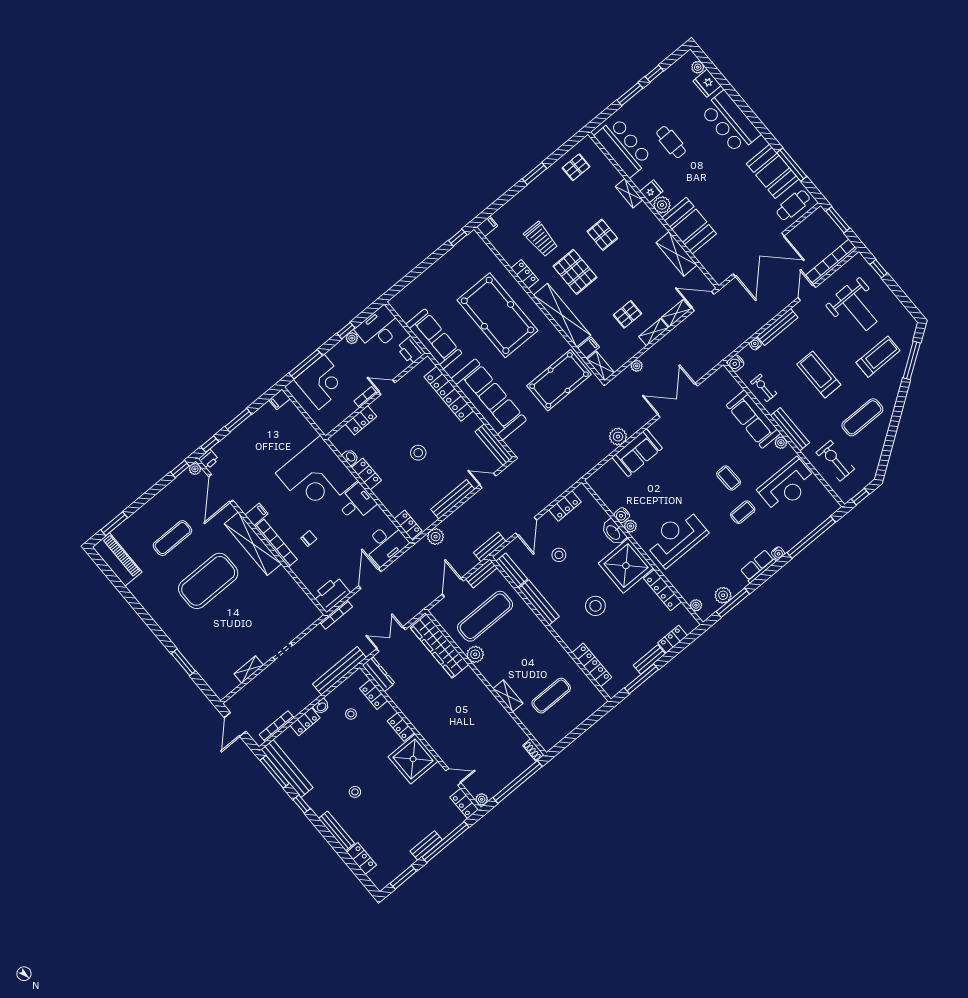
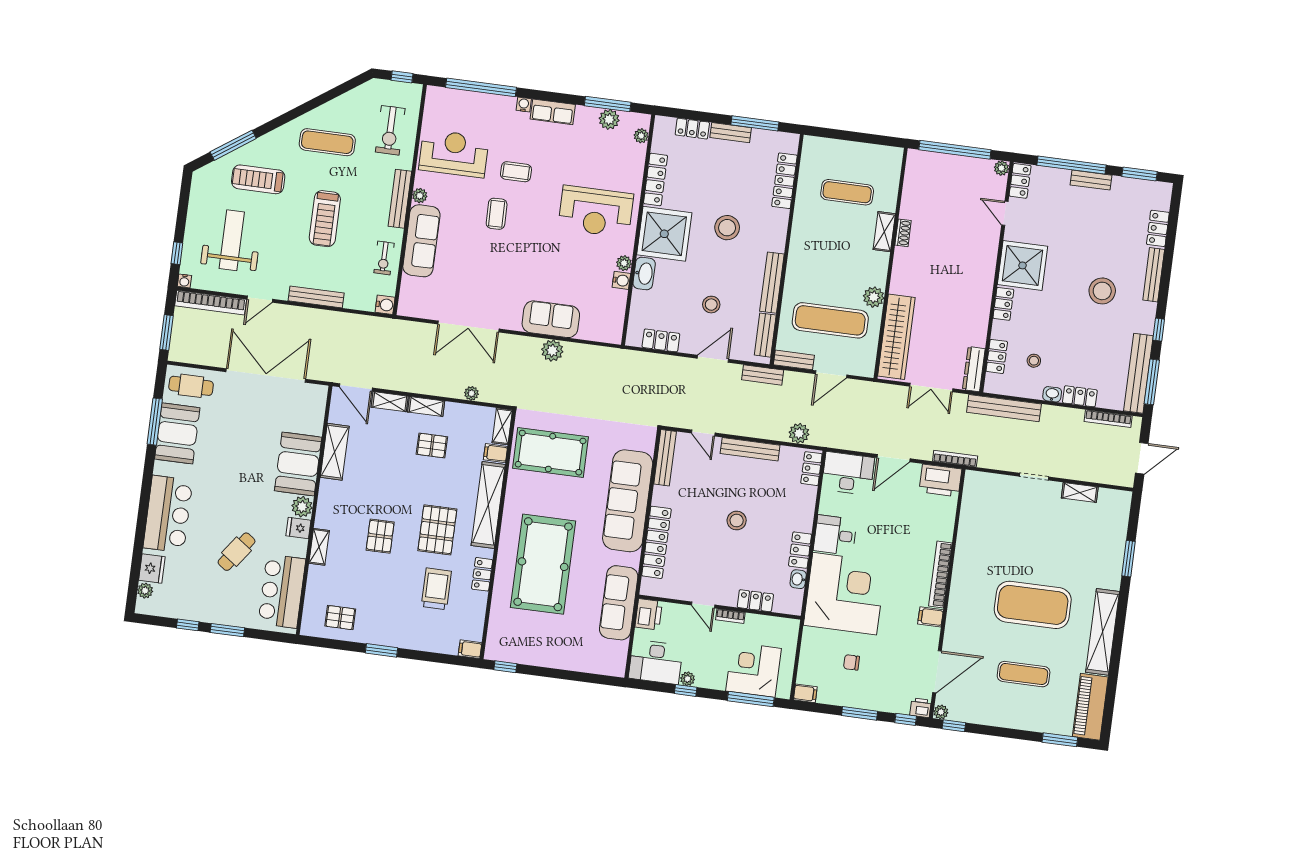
cafe table: (671, 142) -> (237, 552), turned 36
water cooler: (755, 344) -> (184, 281), moved
chair: (309, 539) -> (851, 662), moved
shelving: (253, 544) -> (1103, 632), moved
shoe rack: (533, 750) -> (903, 233), moved
stool: (355, 792) -> (1102, 291), width x1.89, depth x1.89

